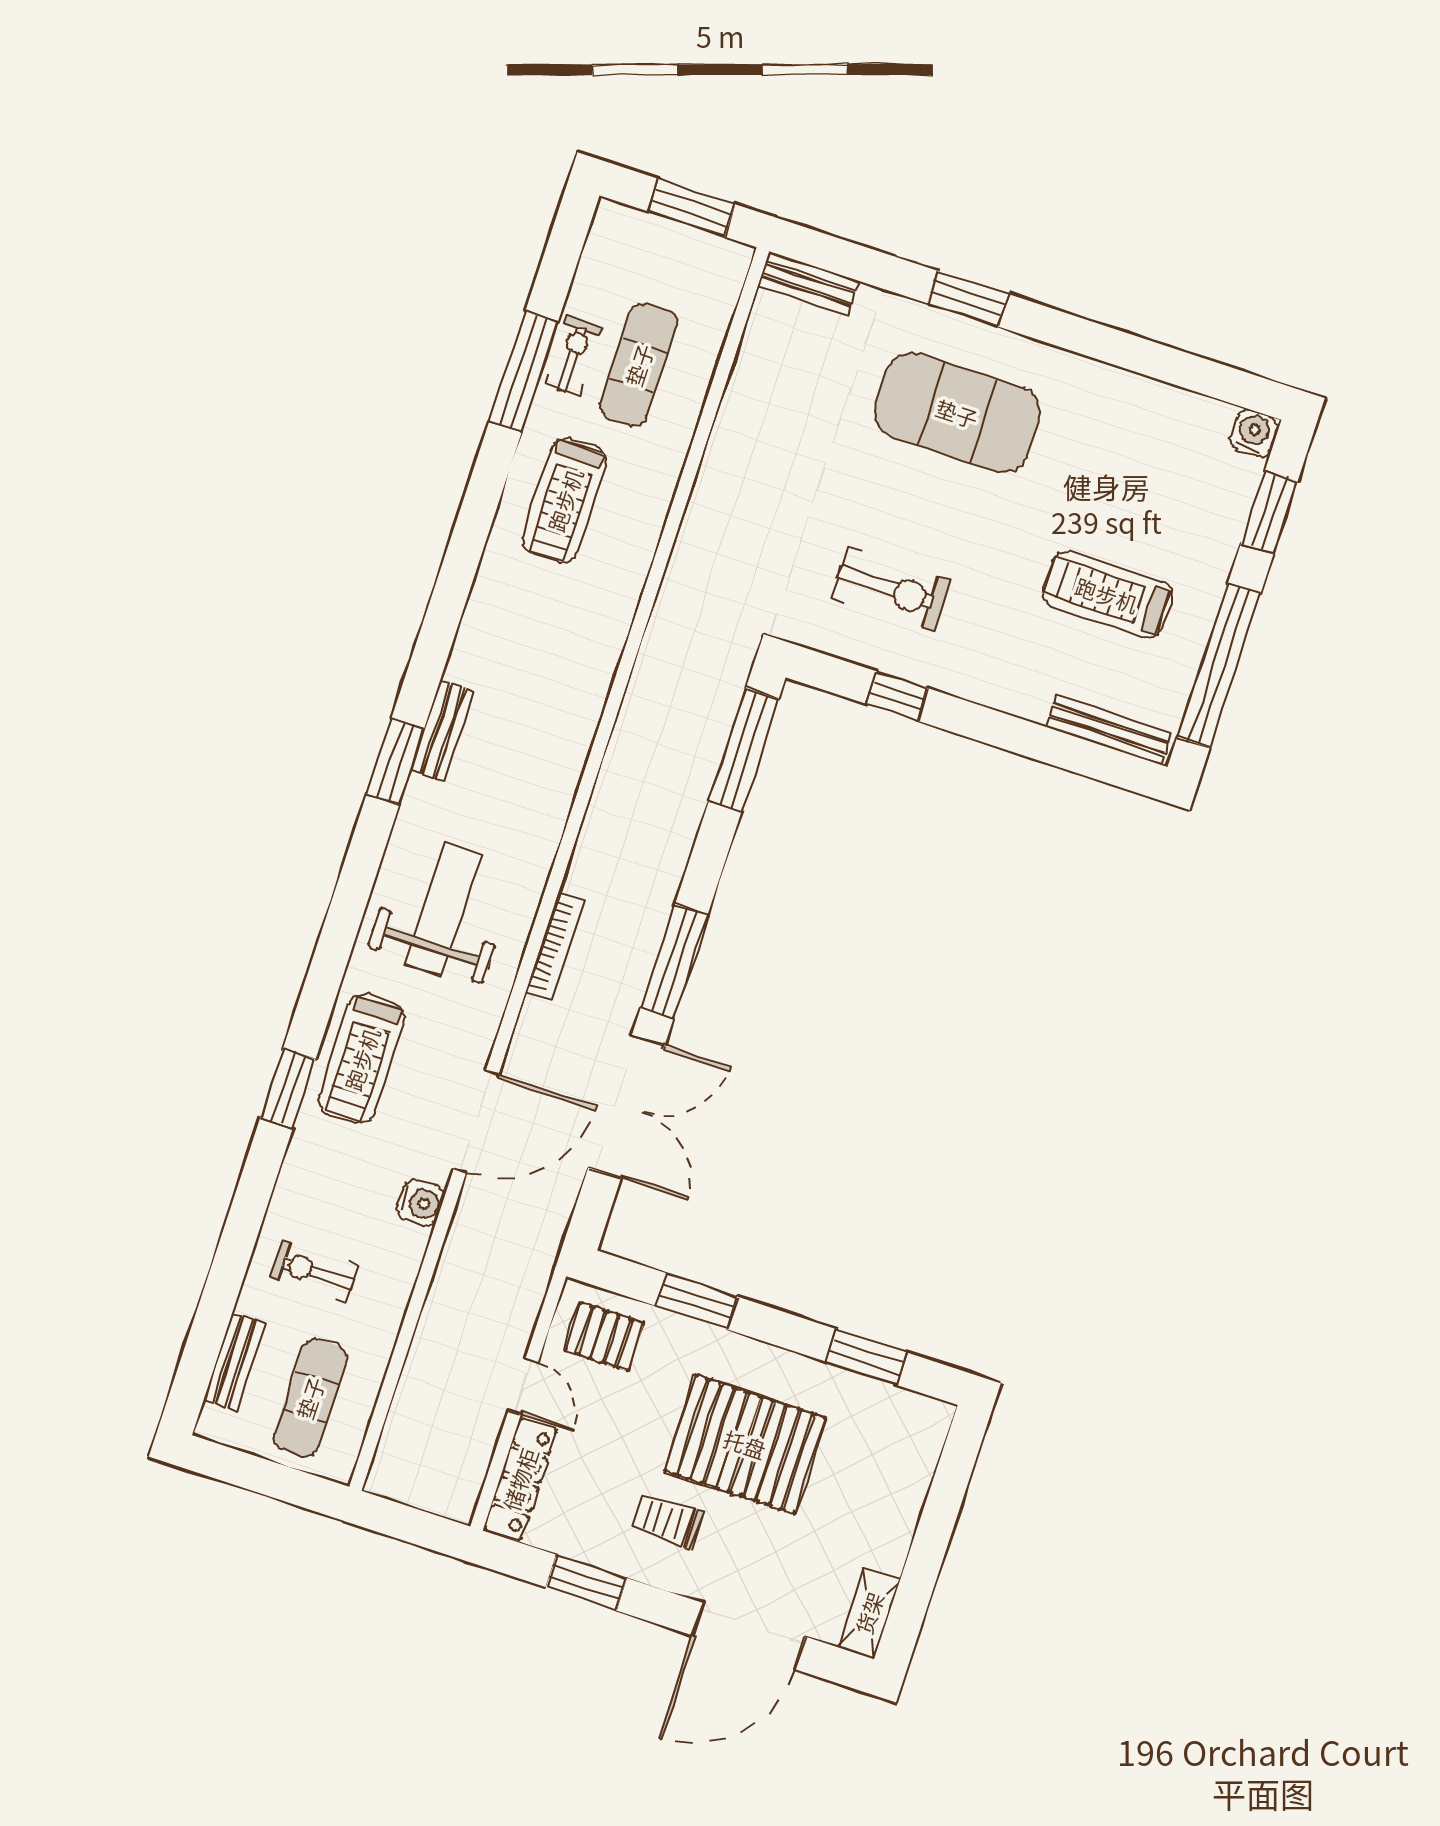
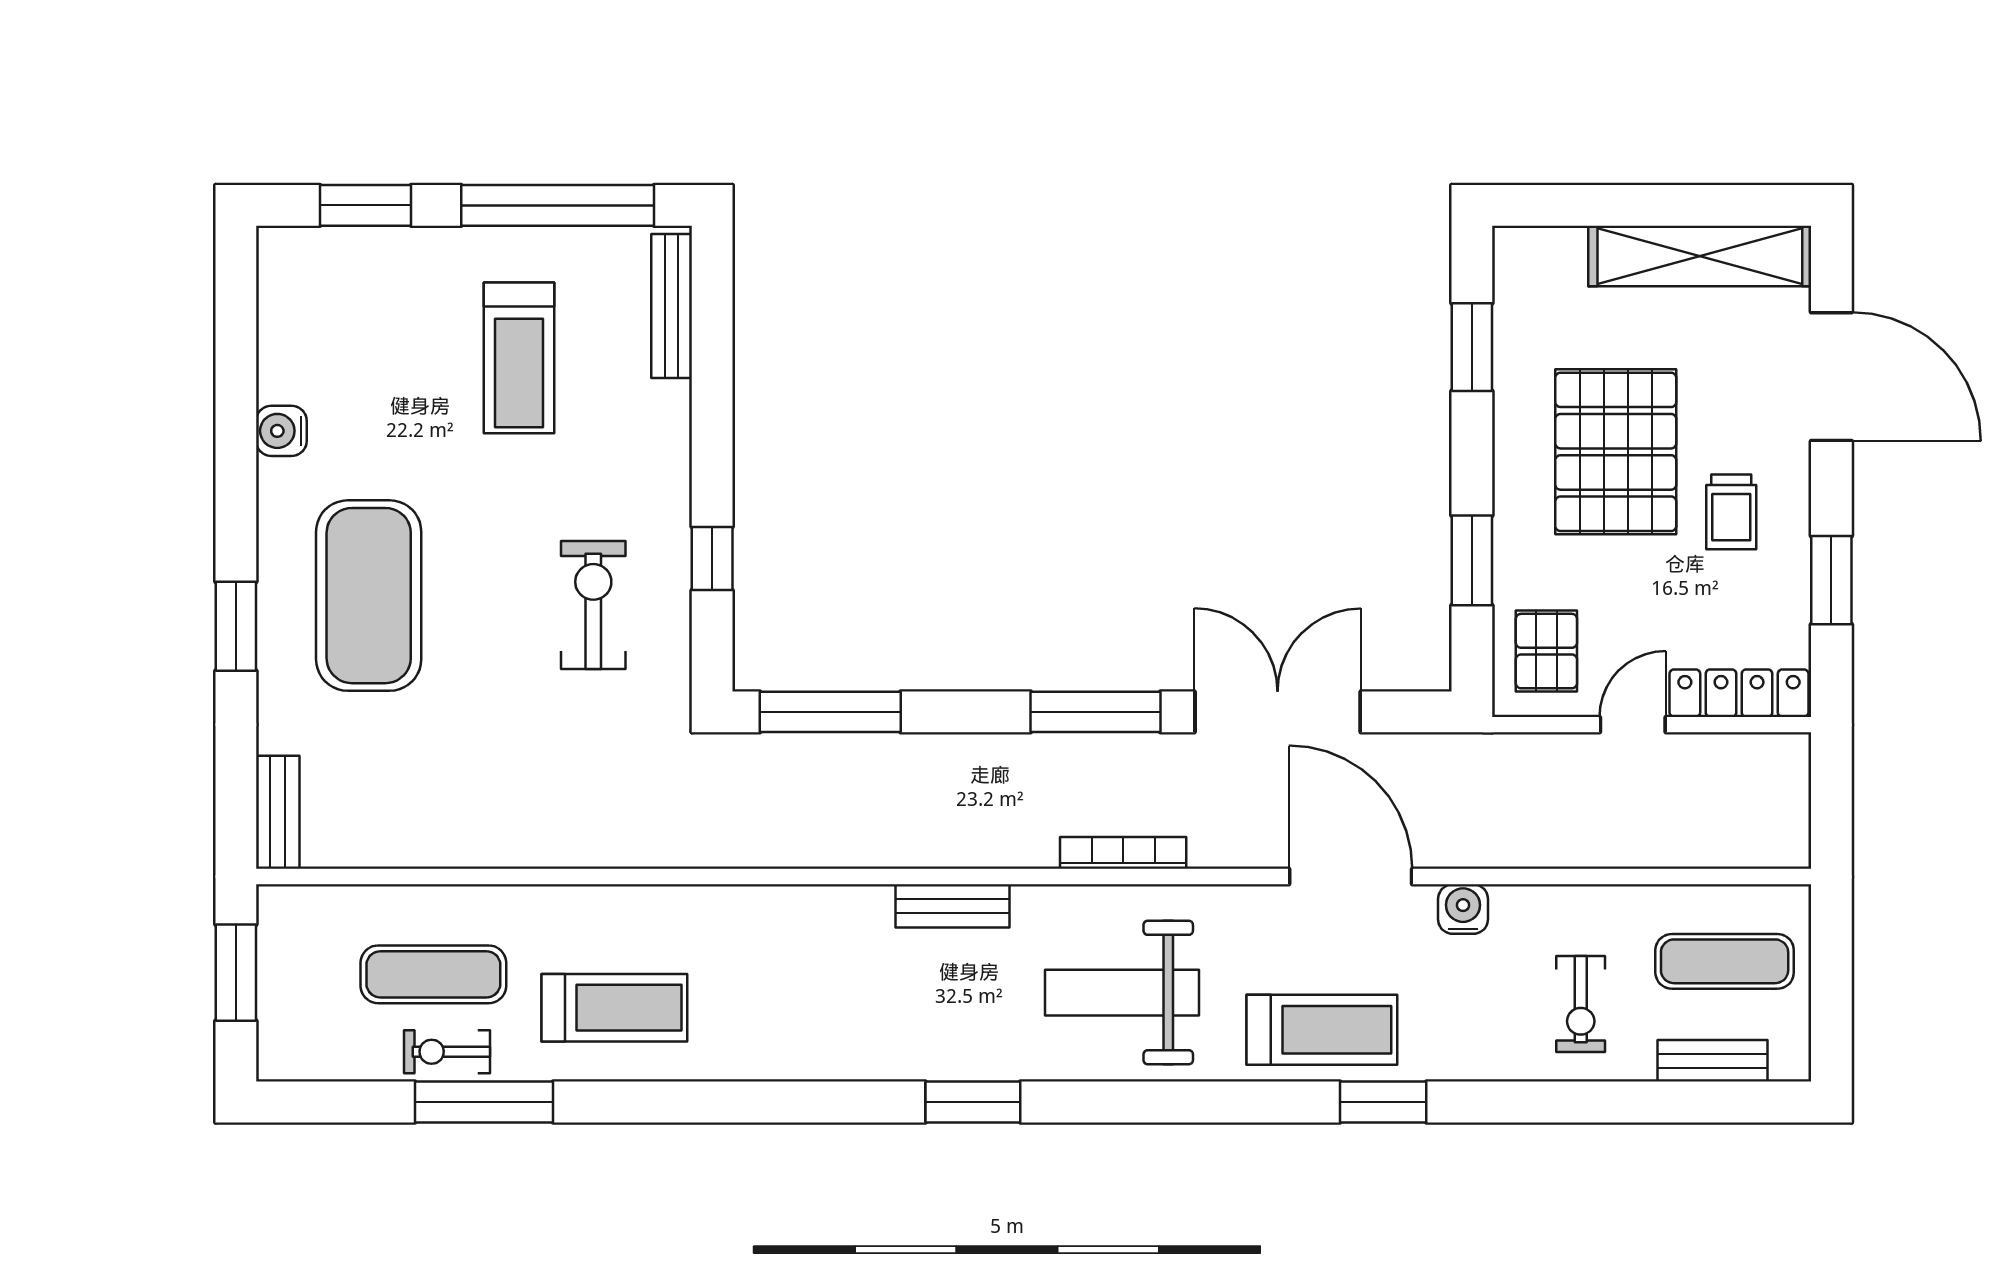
water cooler: (1254, 433) -> (281, 431), moved
bench: (442, 731) -> (952, 906), moved
shelving: (869, 1613) -> (1700, 256), width x2.20, depth x1.33

